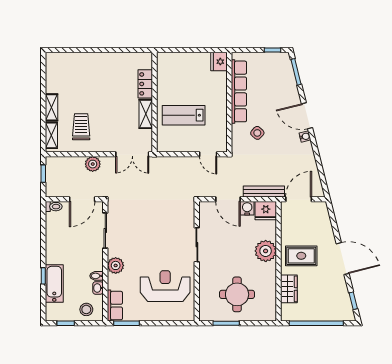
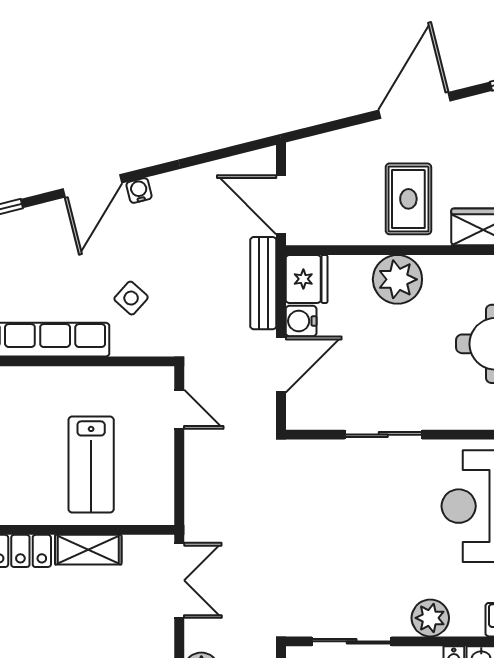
door: (208, 154) -> (179, 409), hinge flipped

